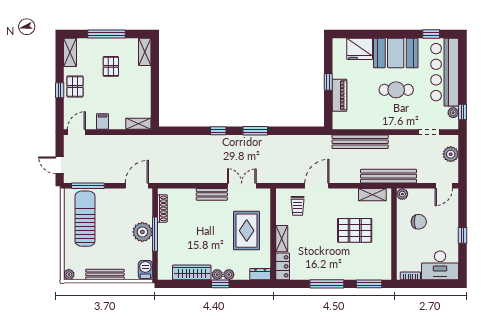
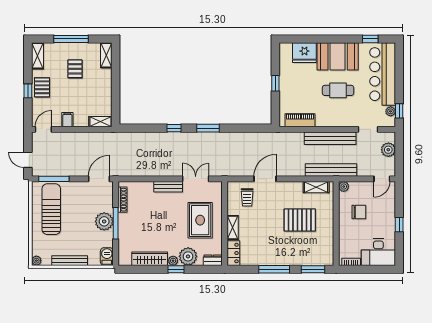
piano: (339, 95) -> (300, 120), moved, turned -90
bench: (360, 142) -> (330, 138), moved
plant: (229, 275) -> (188, 256), width x1.88, depth x1.88

